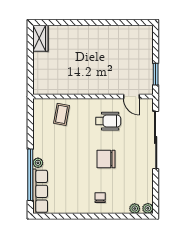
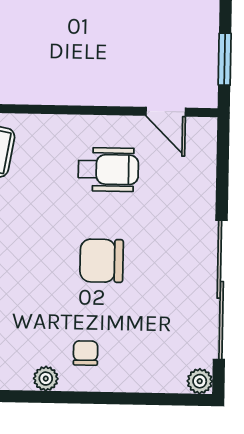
sliding door: (156, 140) -> (220, 290), moved
plant: (135, 209) -> (46, 379), moved

